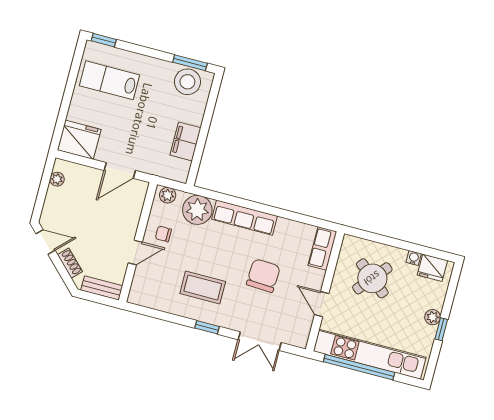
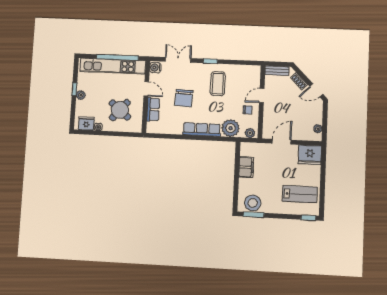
row of seats: (322, 248) -> (153, 109), moved
coffee table: (203, 287) -> (218, 84), turned 90
water cooler: (300, 336) -> (155, 68), added

